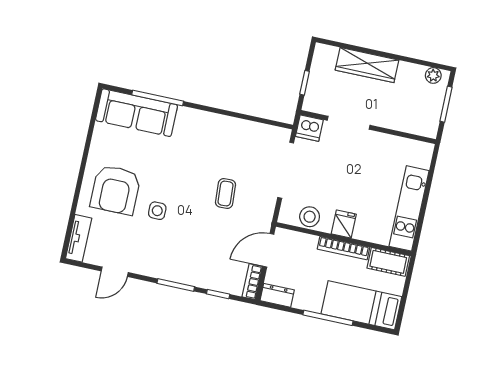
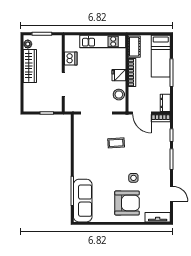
wardrobe: (367, 65) -> (30, 66), moved
dishwasher: (309, 128) -> (71, 58), moved

